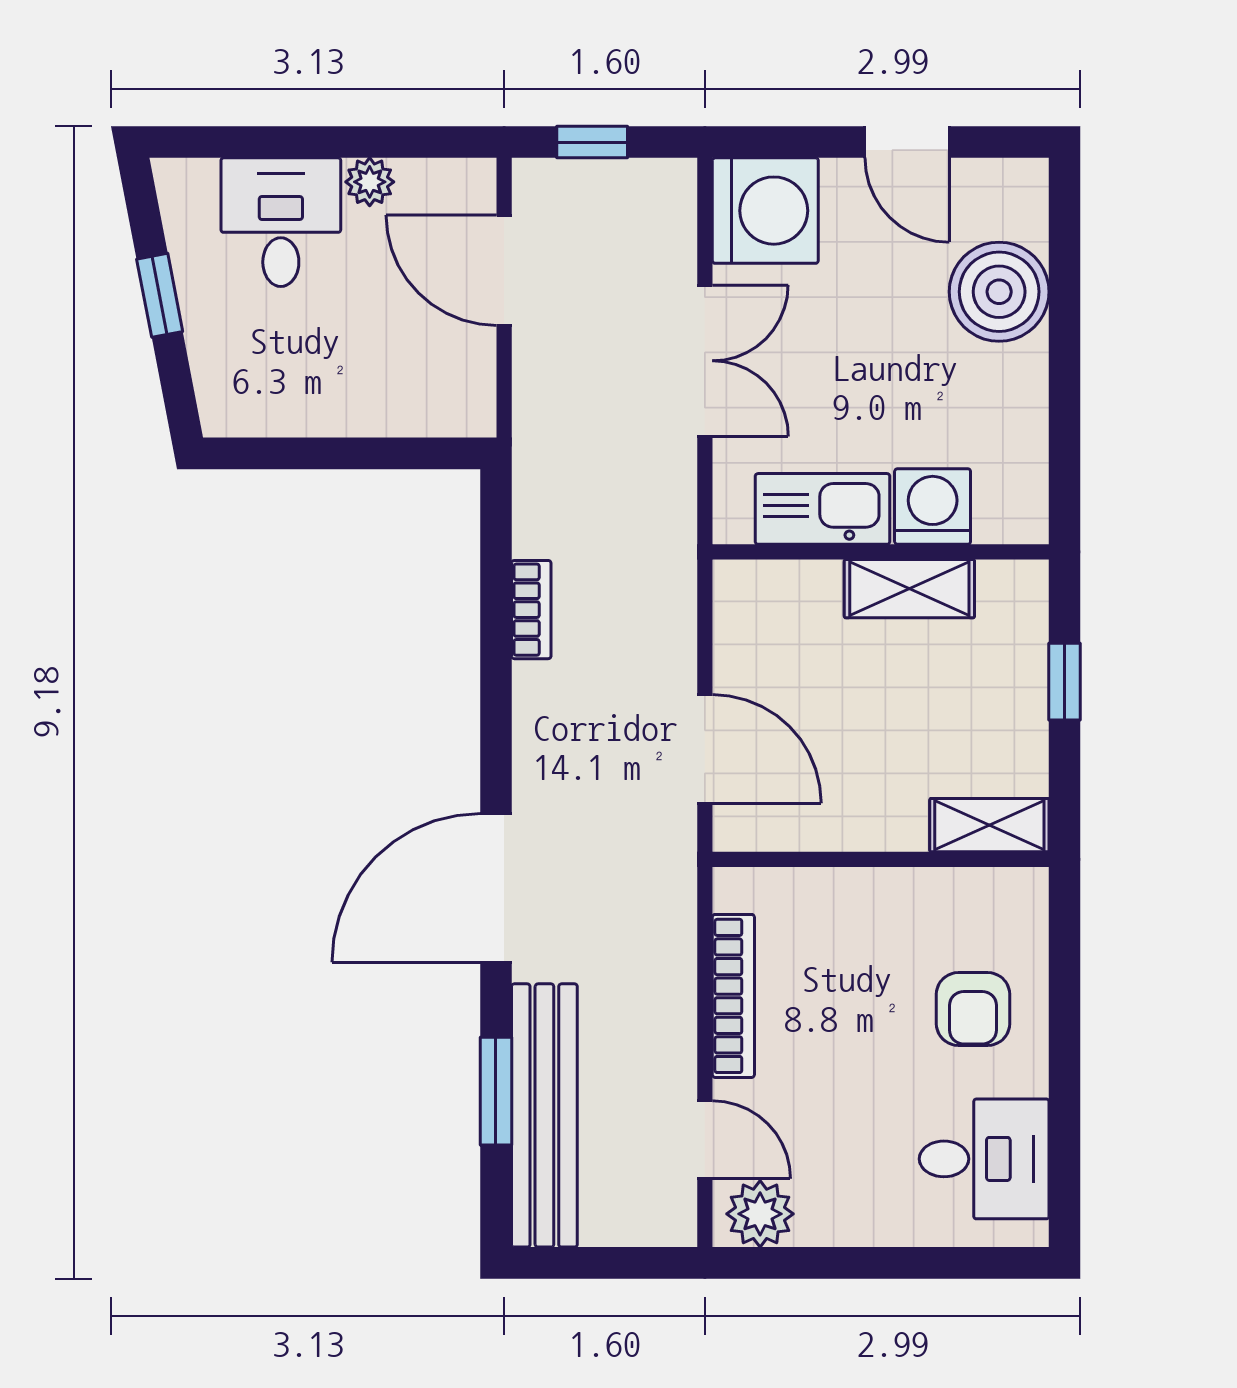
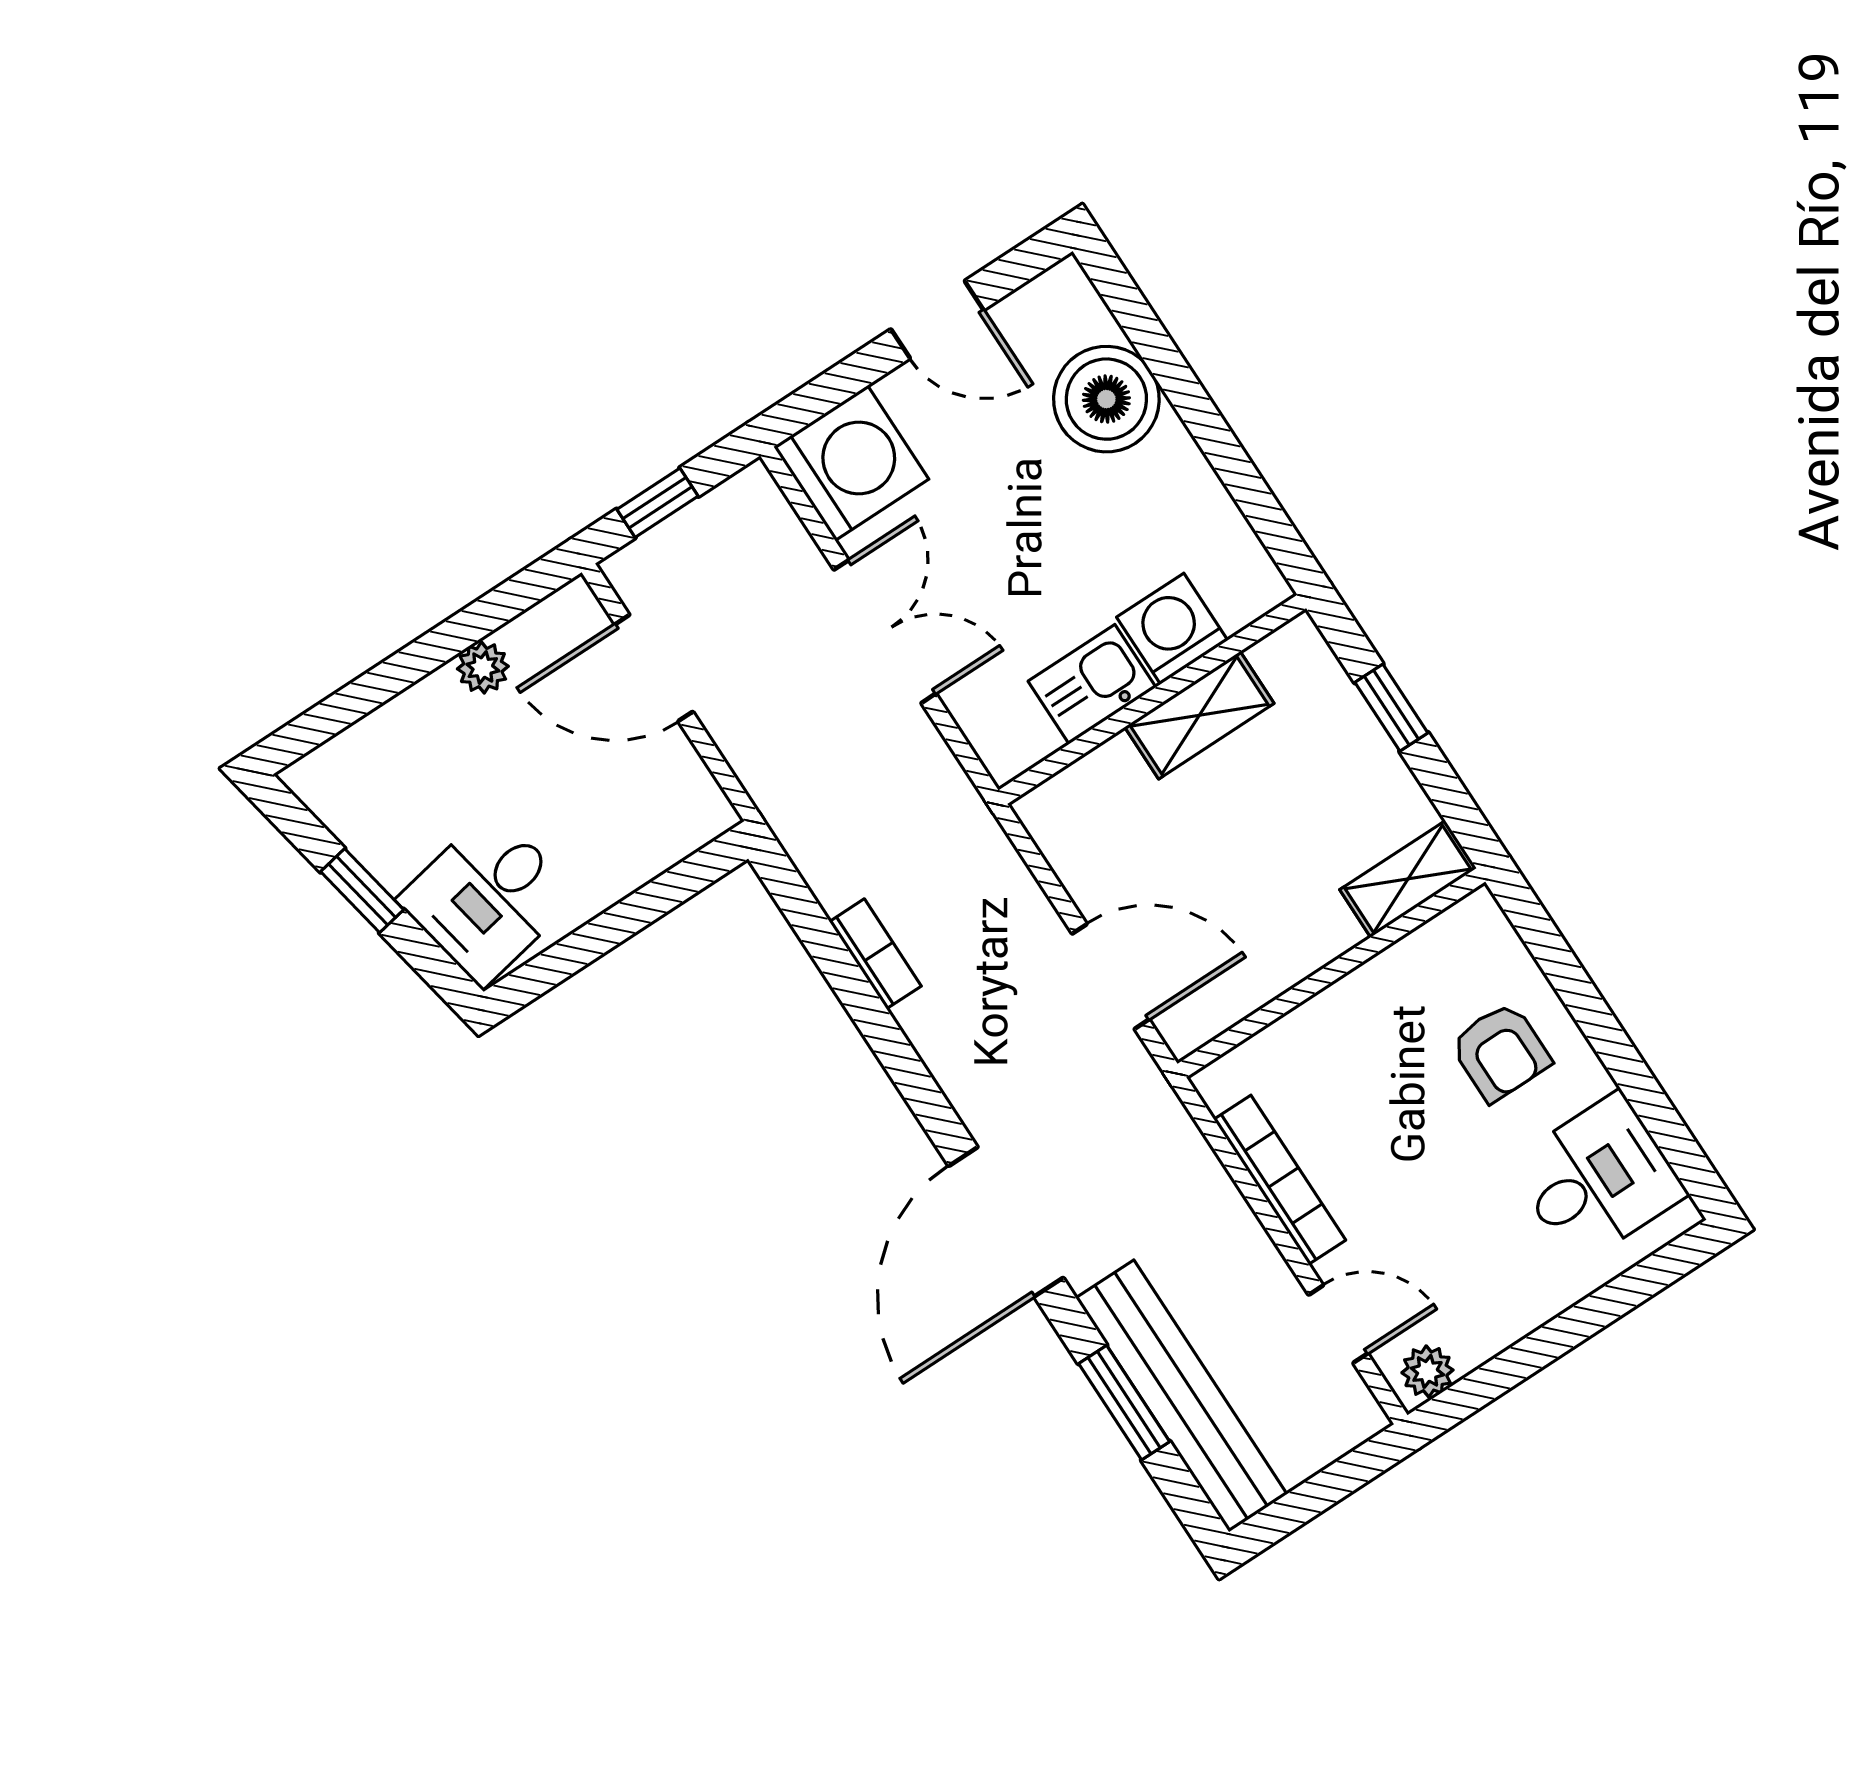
desk: (281, 222) -> (487, 898), moved, turned -101
kitchen sink: (823, 509) -> (1092, 684), width x0.73
plant: (760, 1214) -> (1427, 1371), width x0.73, depth x0.73

